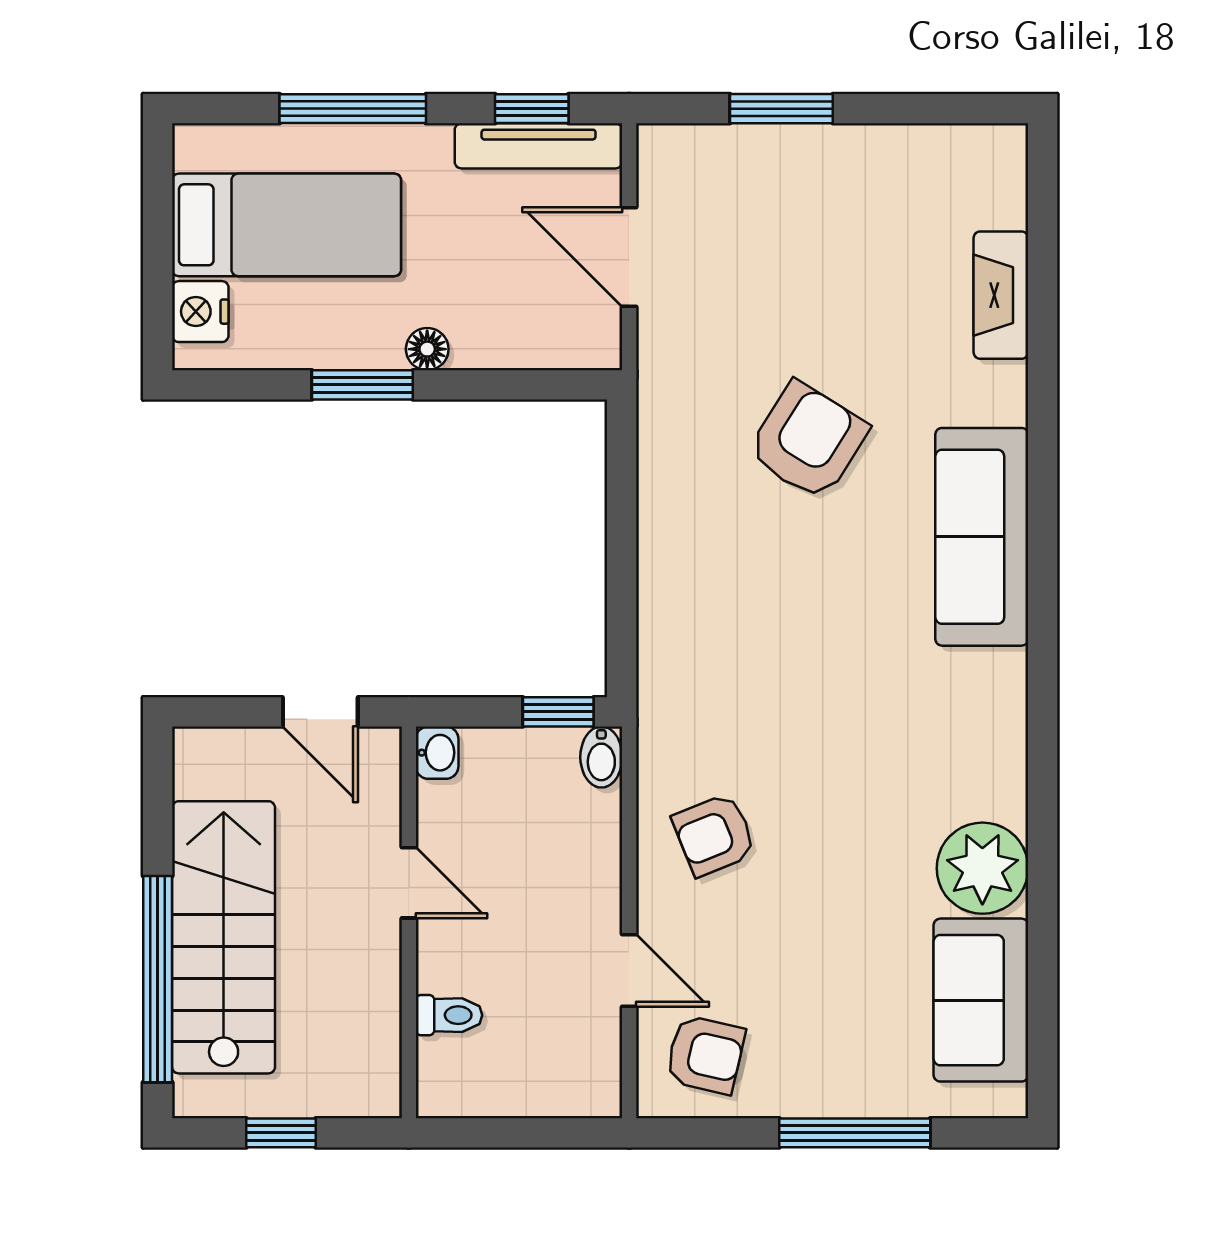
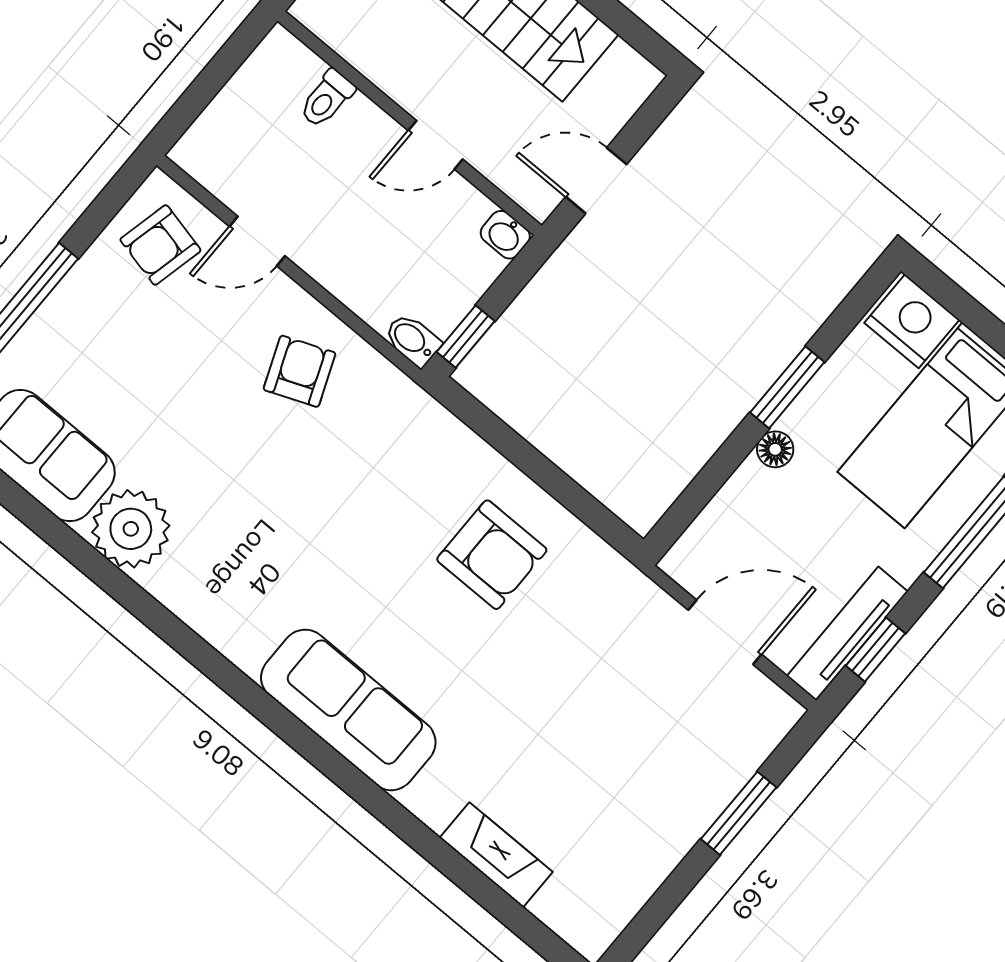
nightstand: (200, 312) -> (912, 321), width x1.36, depth x1.33
armchair: (808, 441) -> (492, 555), moved, turned -32

